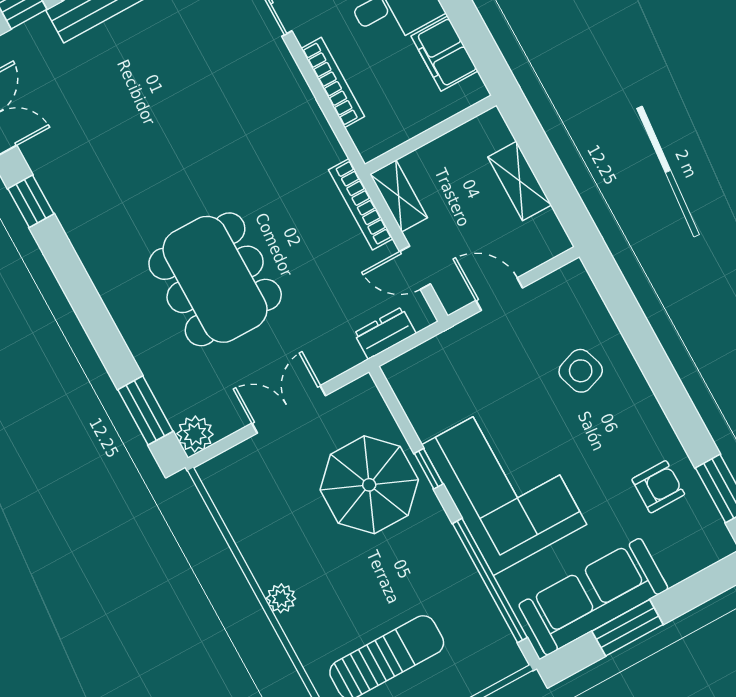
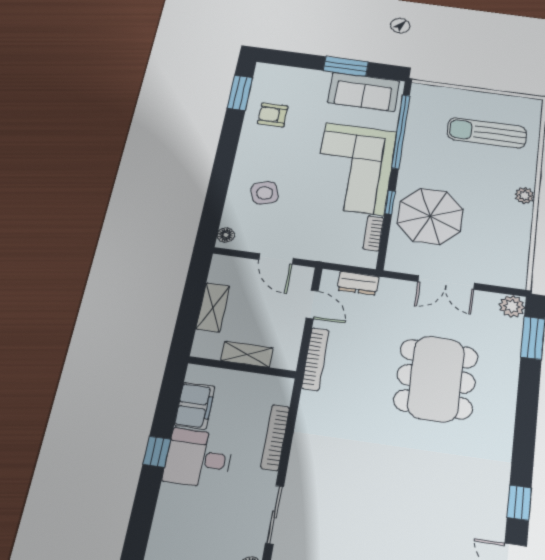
shelving: (399, 196) -> (247, 354), moved, turned 90
floor lamp: (580, 281) -> (226, 235), added
bookcase: (416, 412) -> (373, 233), added
sofa: (593, 597) -> (364, 92), width x0.73

